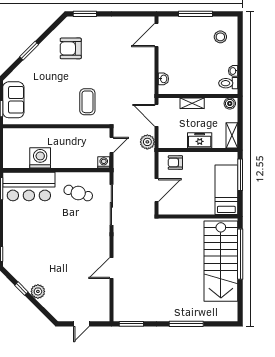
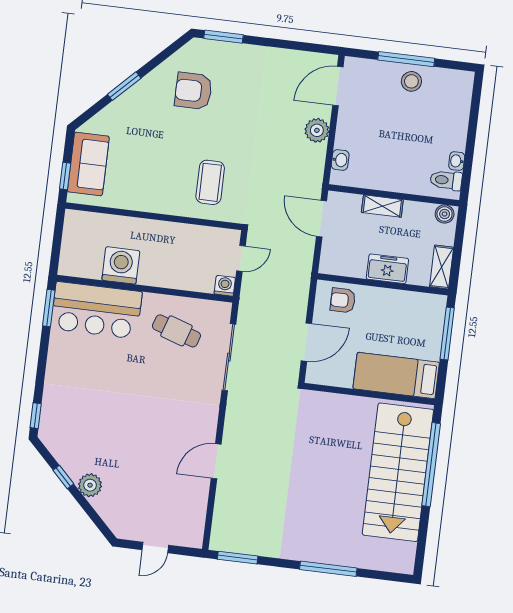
stool: (220, 37) -> (411, 81), moved
plant: (147, 142) -> (317, 130), moved
bed: (226, 190) -> (396, 375), moved, turned -90

